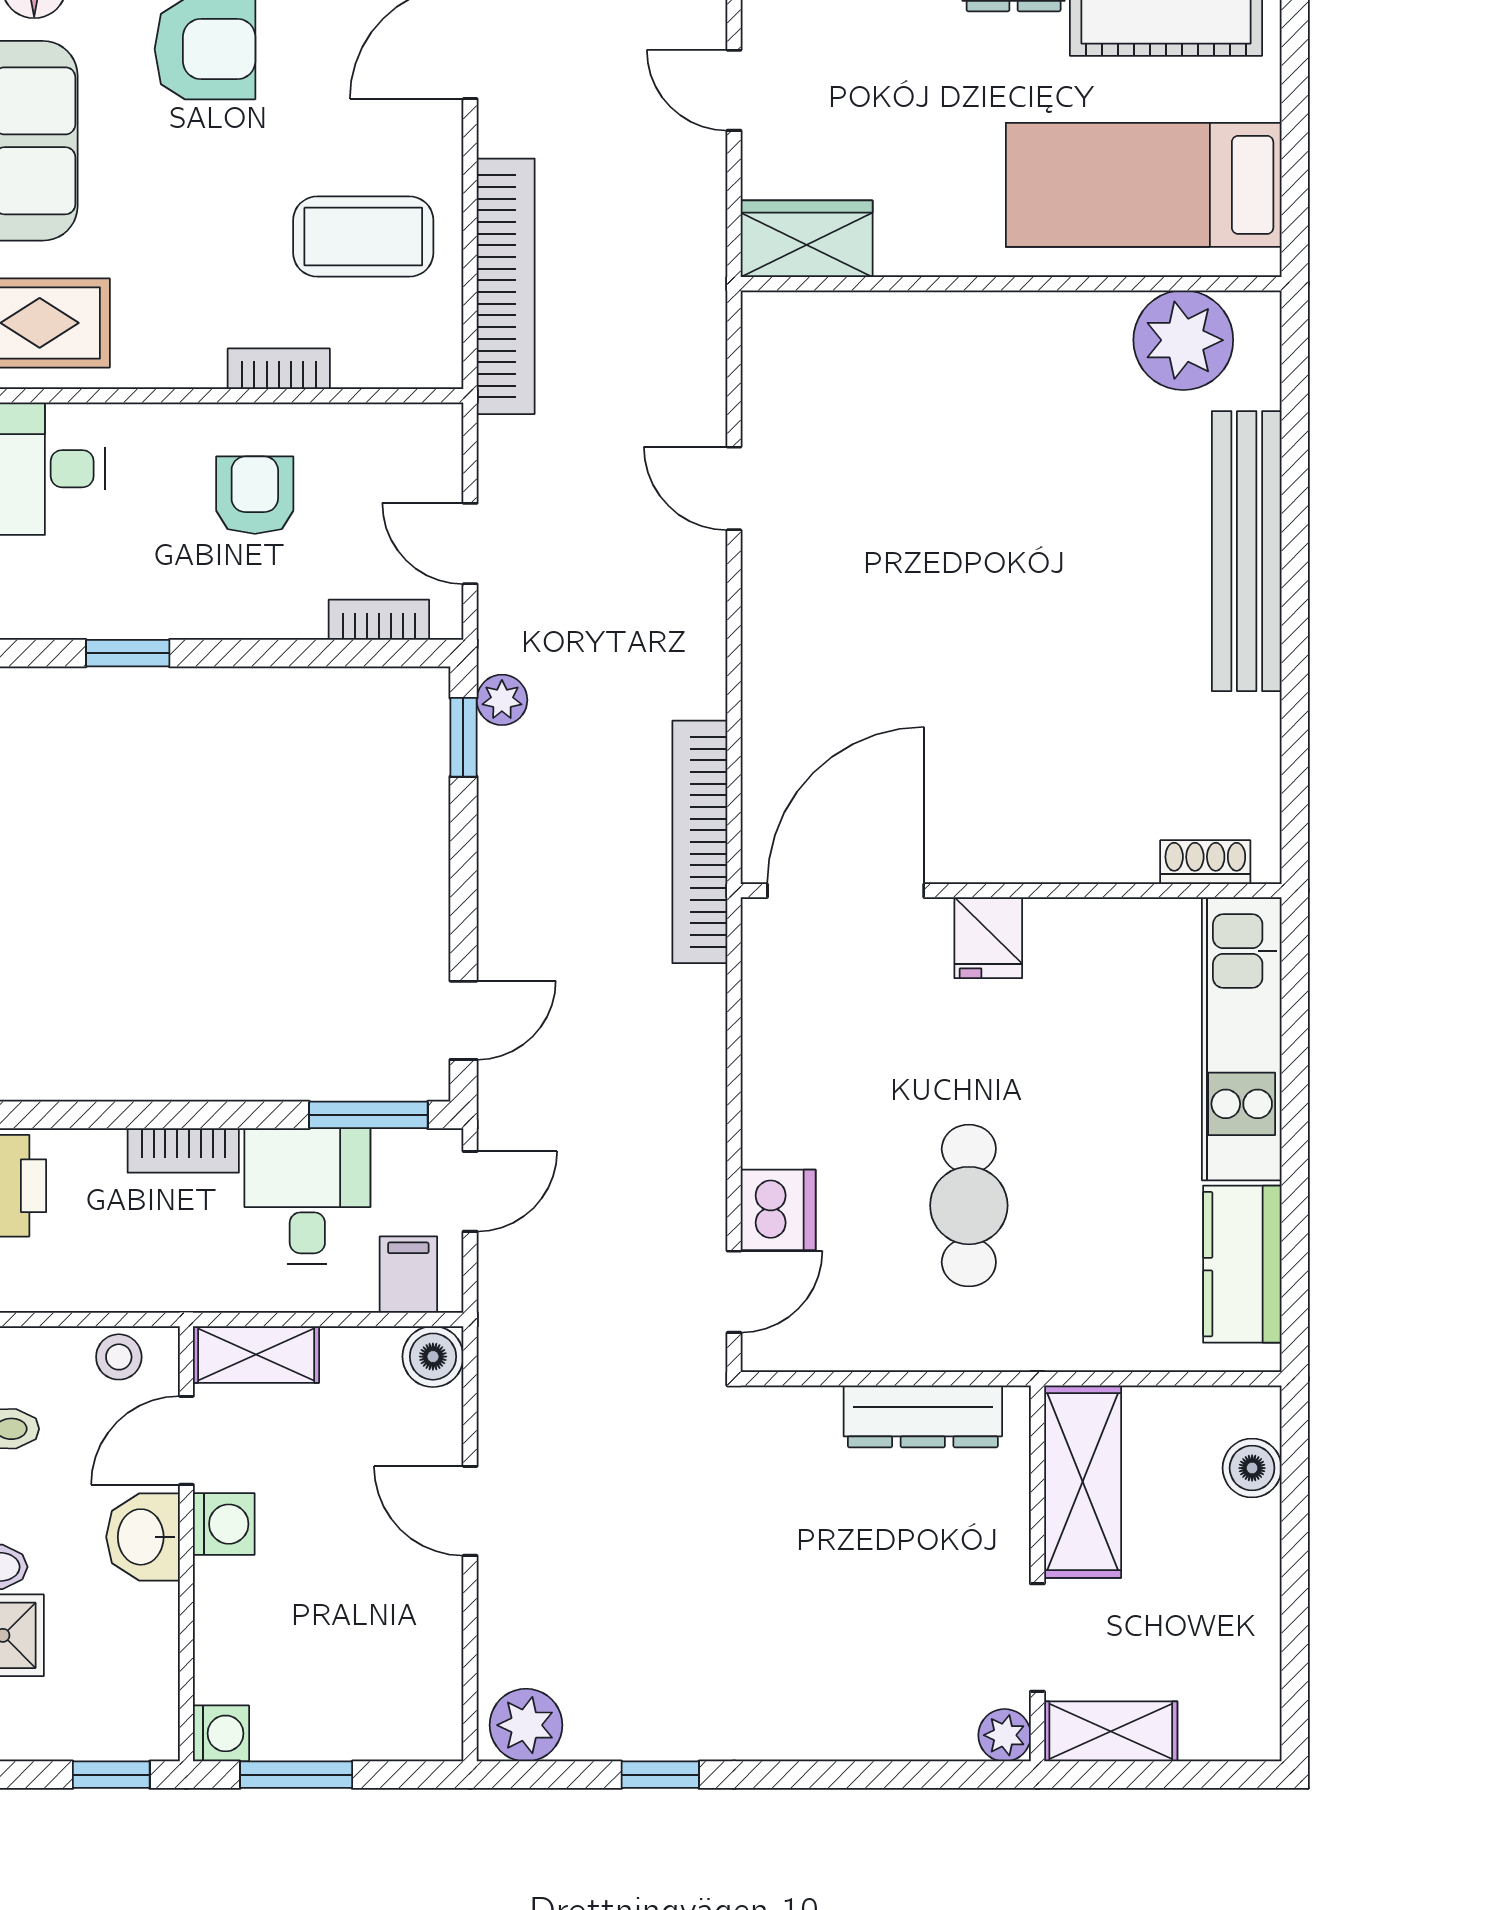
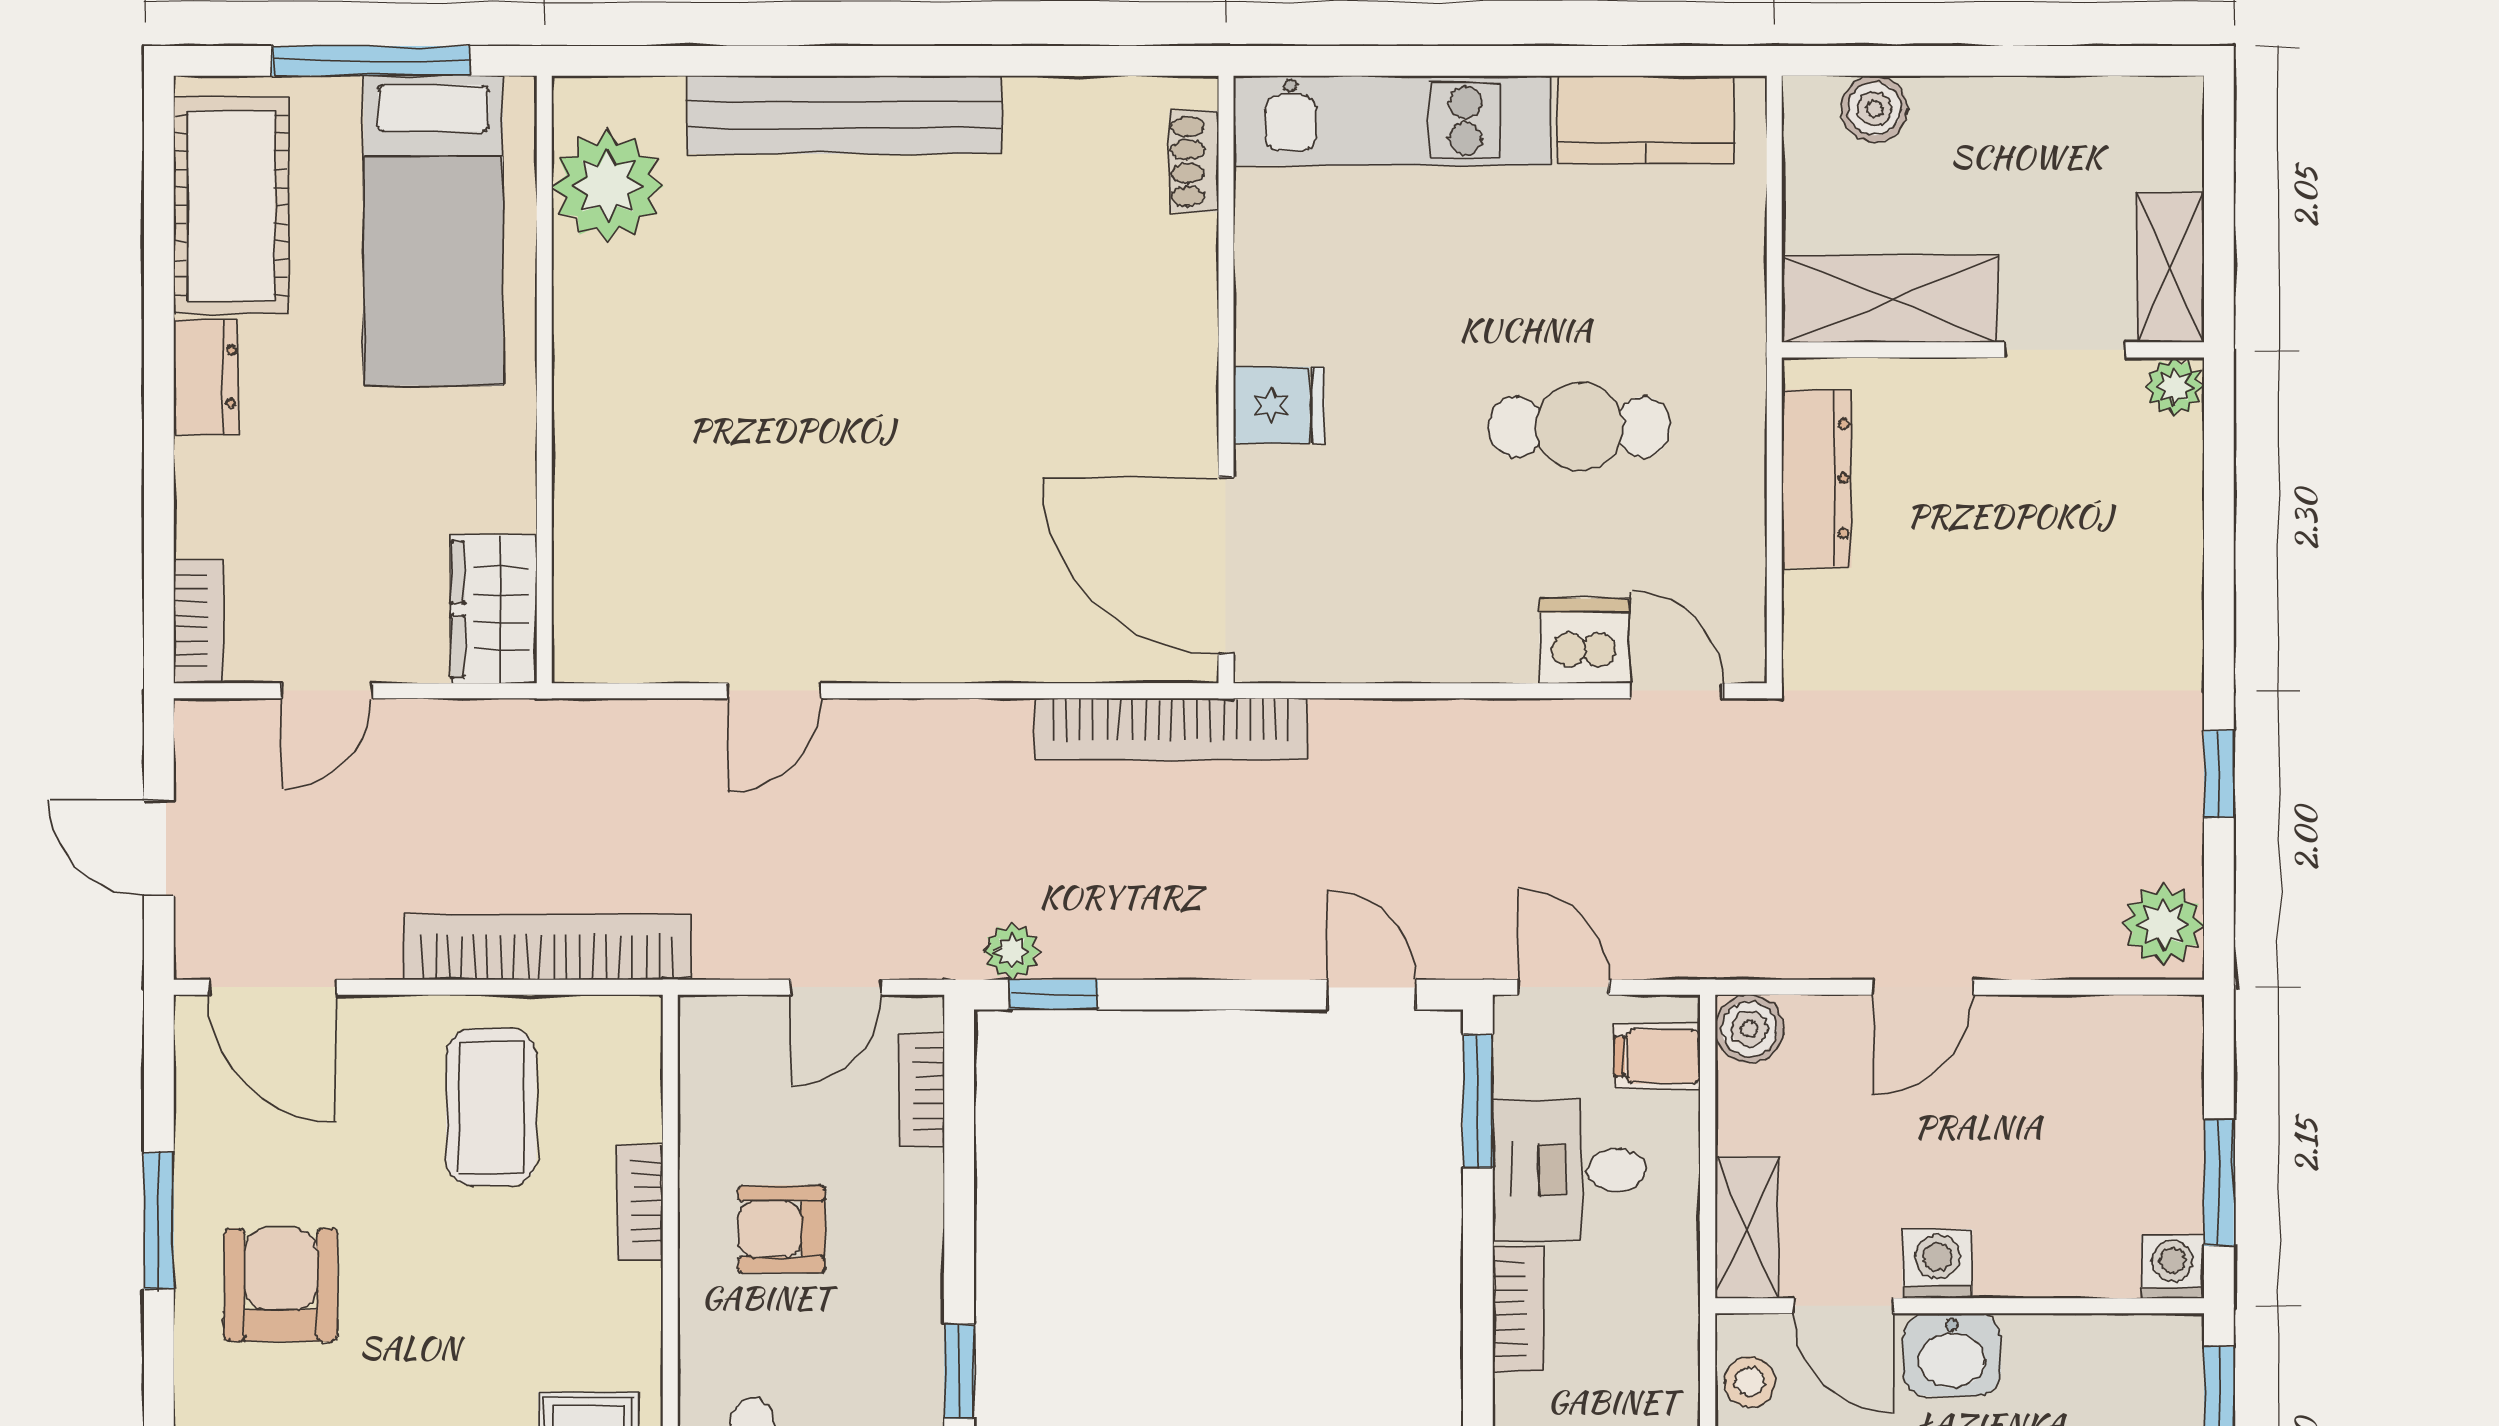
window: (1295, 129) -> (371, 61), added

